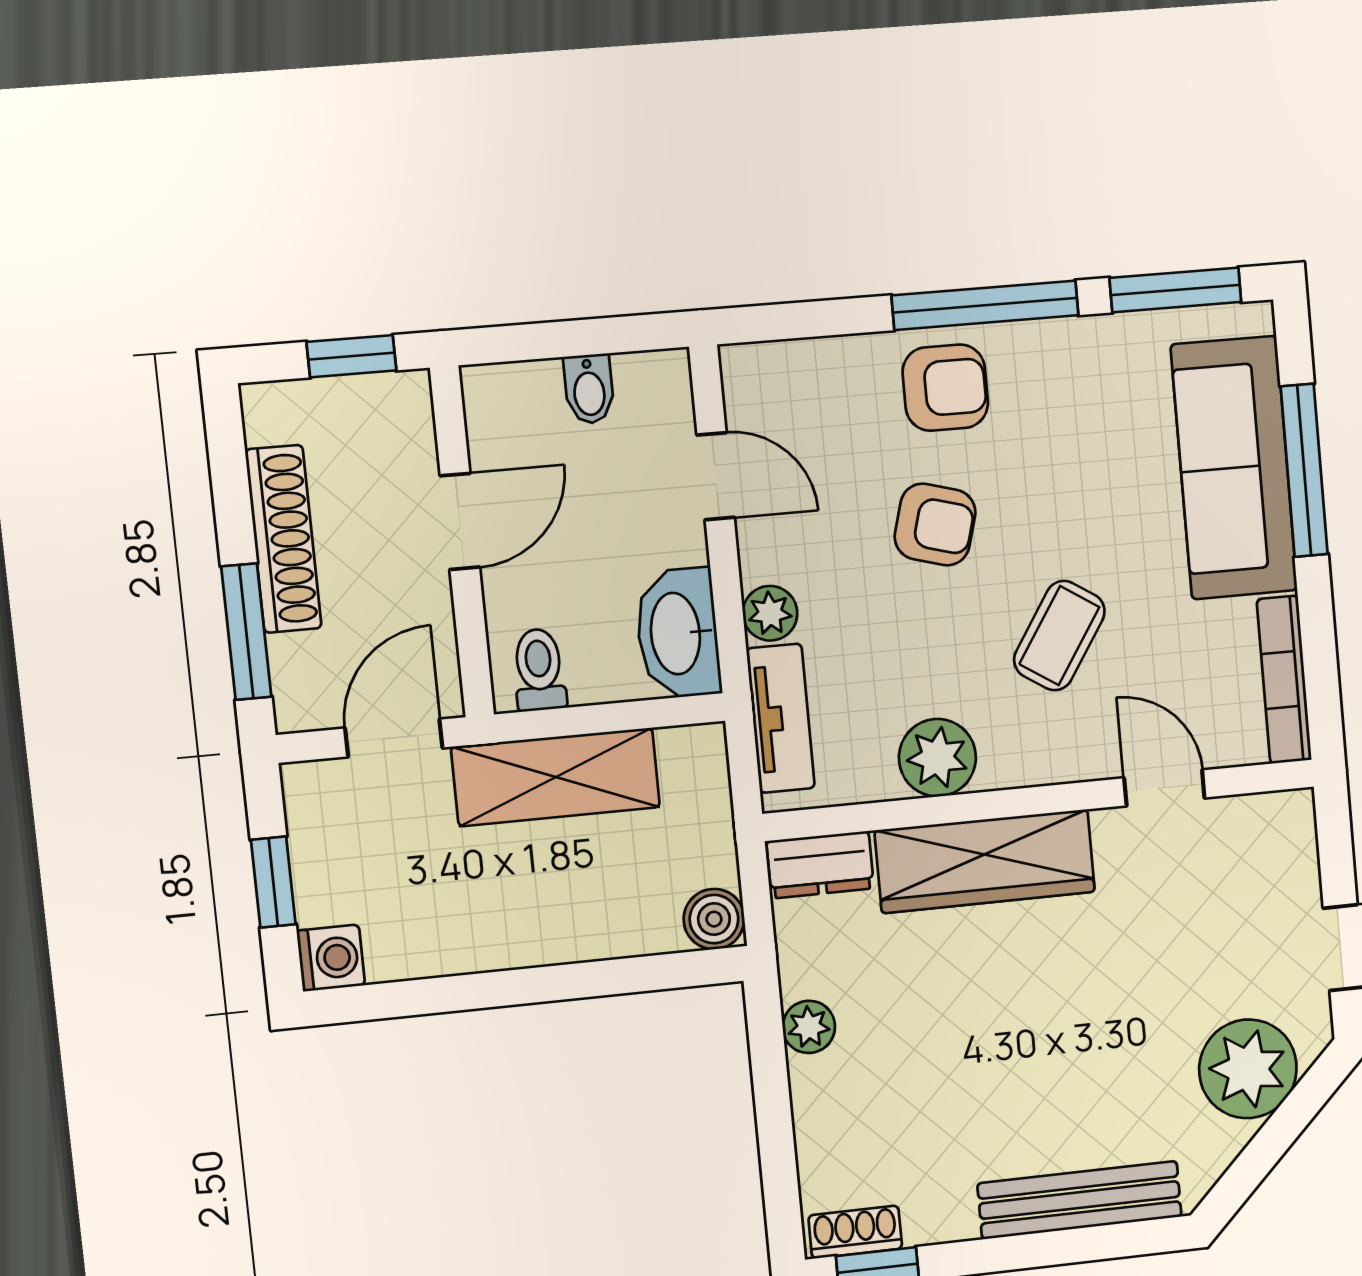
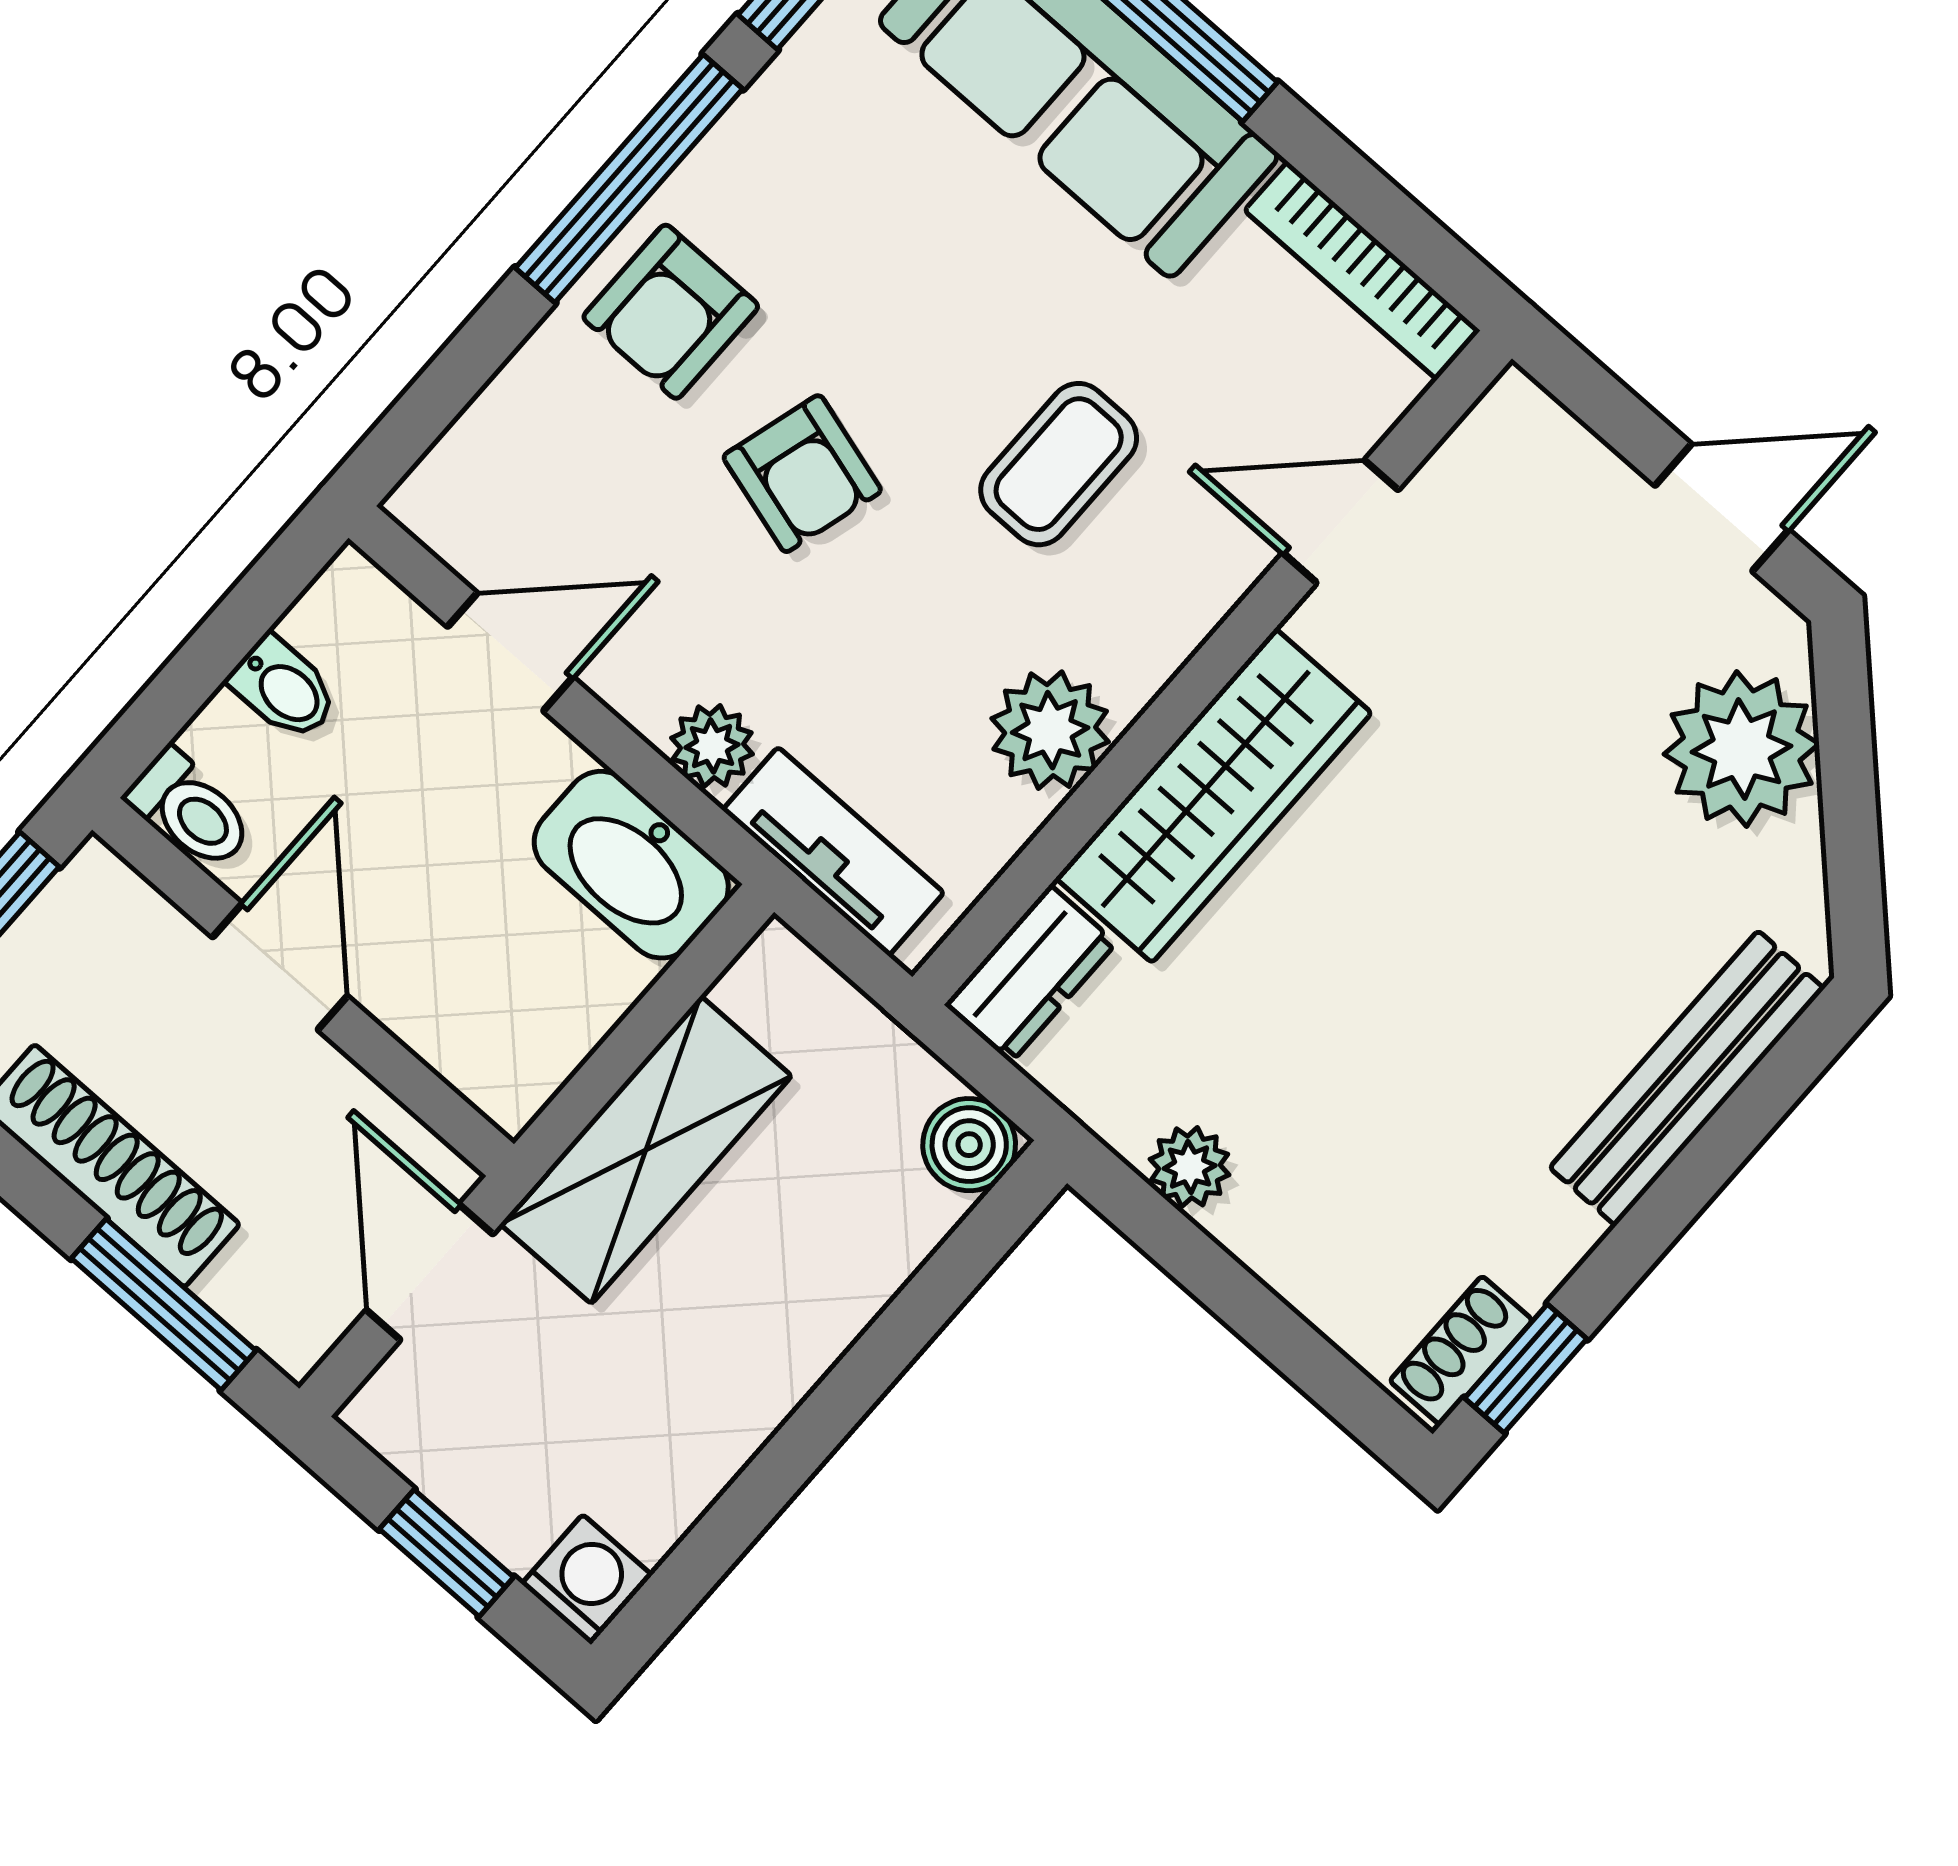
armchair: (945, 388) -> (671, 312), turned 180
armchair: (935, 524) -> (802, 474), turned 90
coffee table: (1059, 636) -> (1059, 464), turned 57
toilet: (539, 670) -> (190, 810), moved, turned 180

